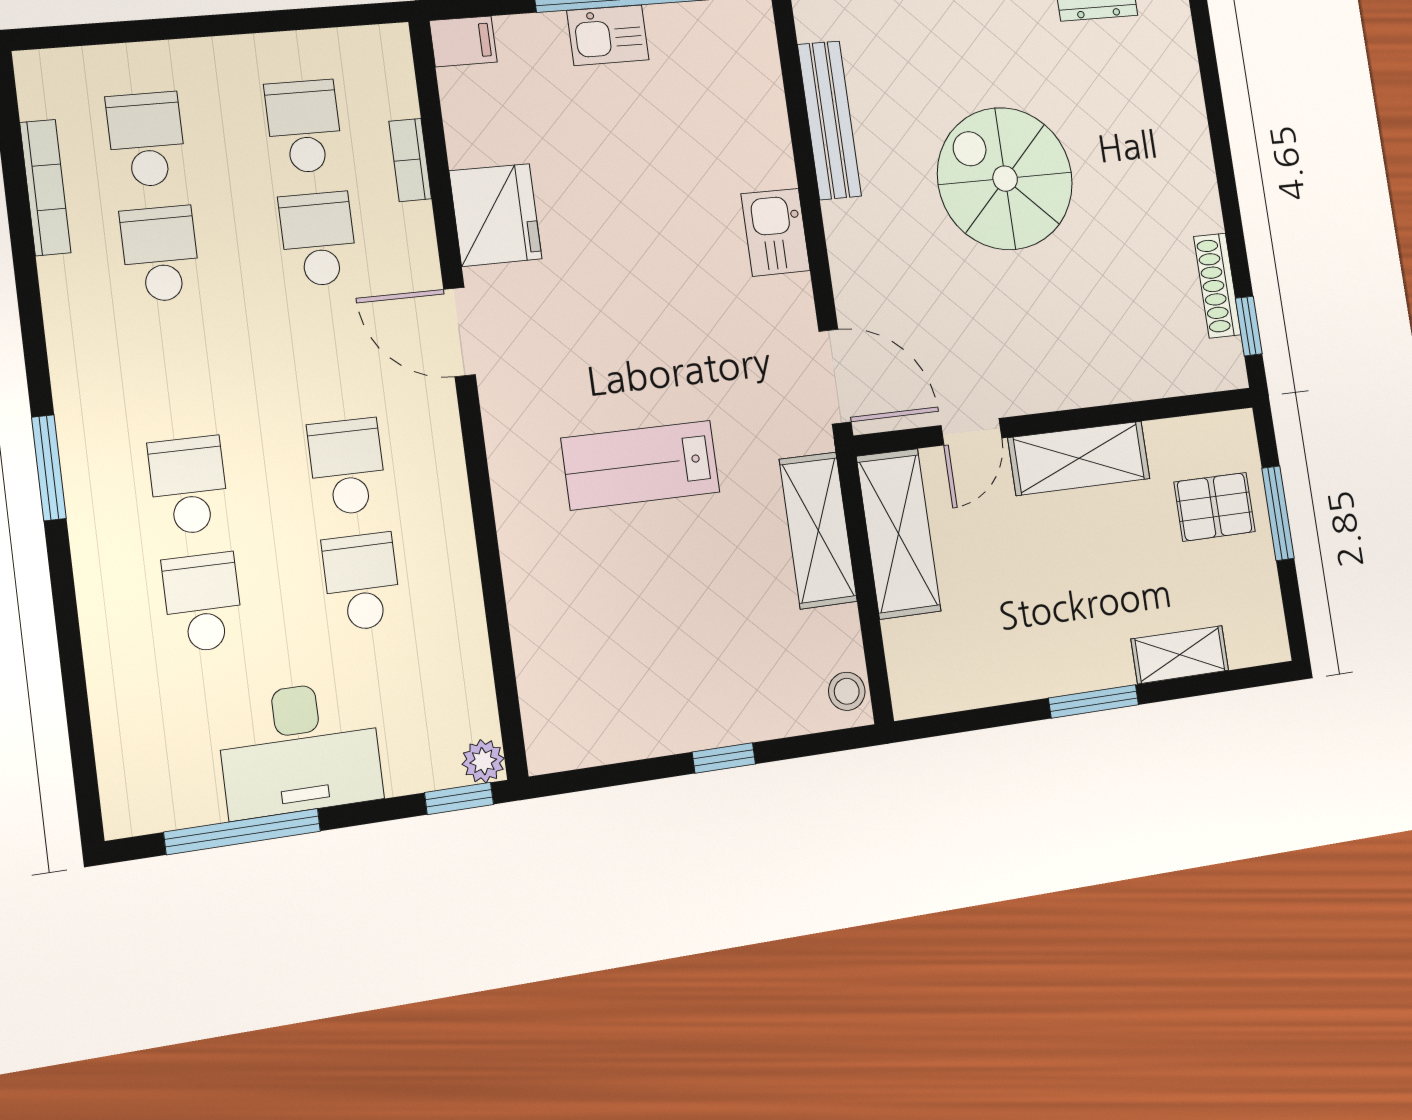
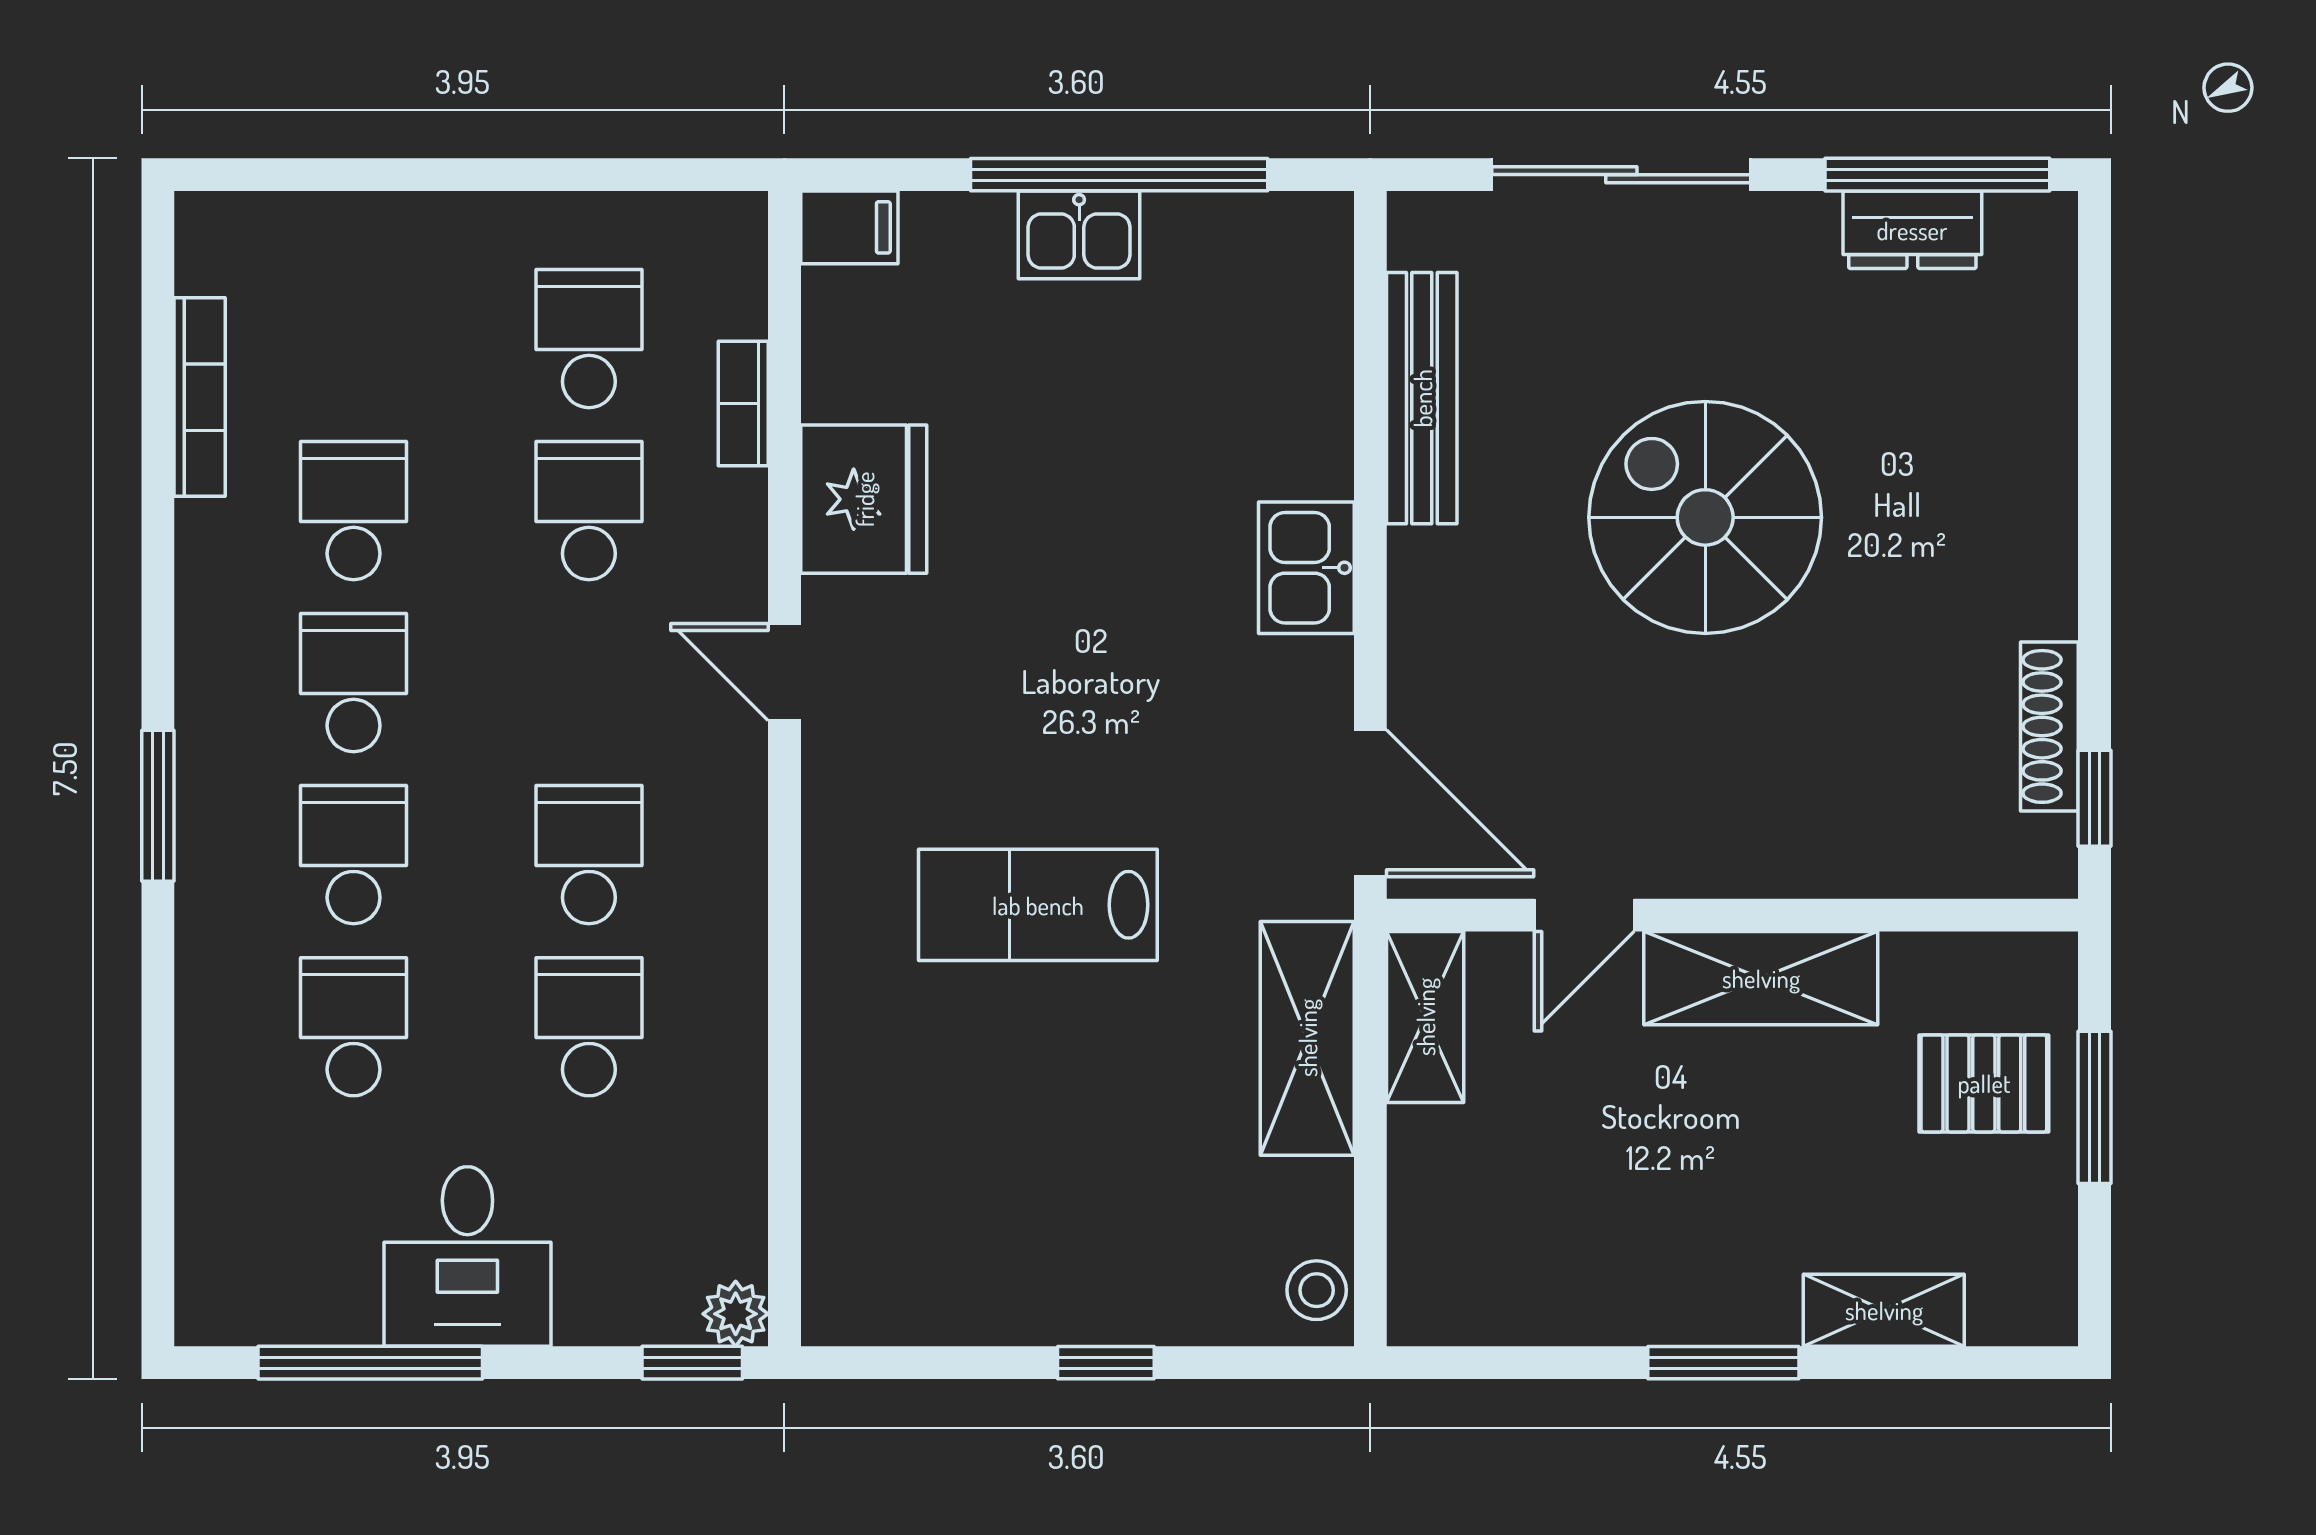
school desk: (146, 140) -> (354, 683), moved
door: (460, 332) -> (784, 672), width x0.73
shelving: (899, 534) -> (1425, 1017), width x0.67, depth x0.75
desk: (300, 749) -> (467, 1256), width x0.73

